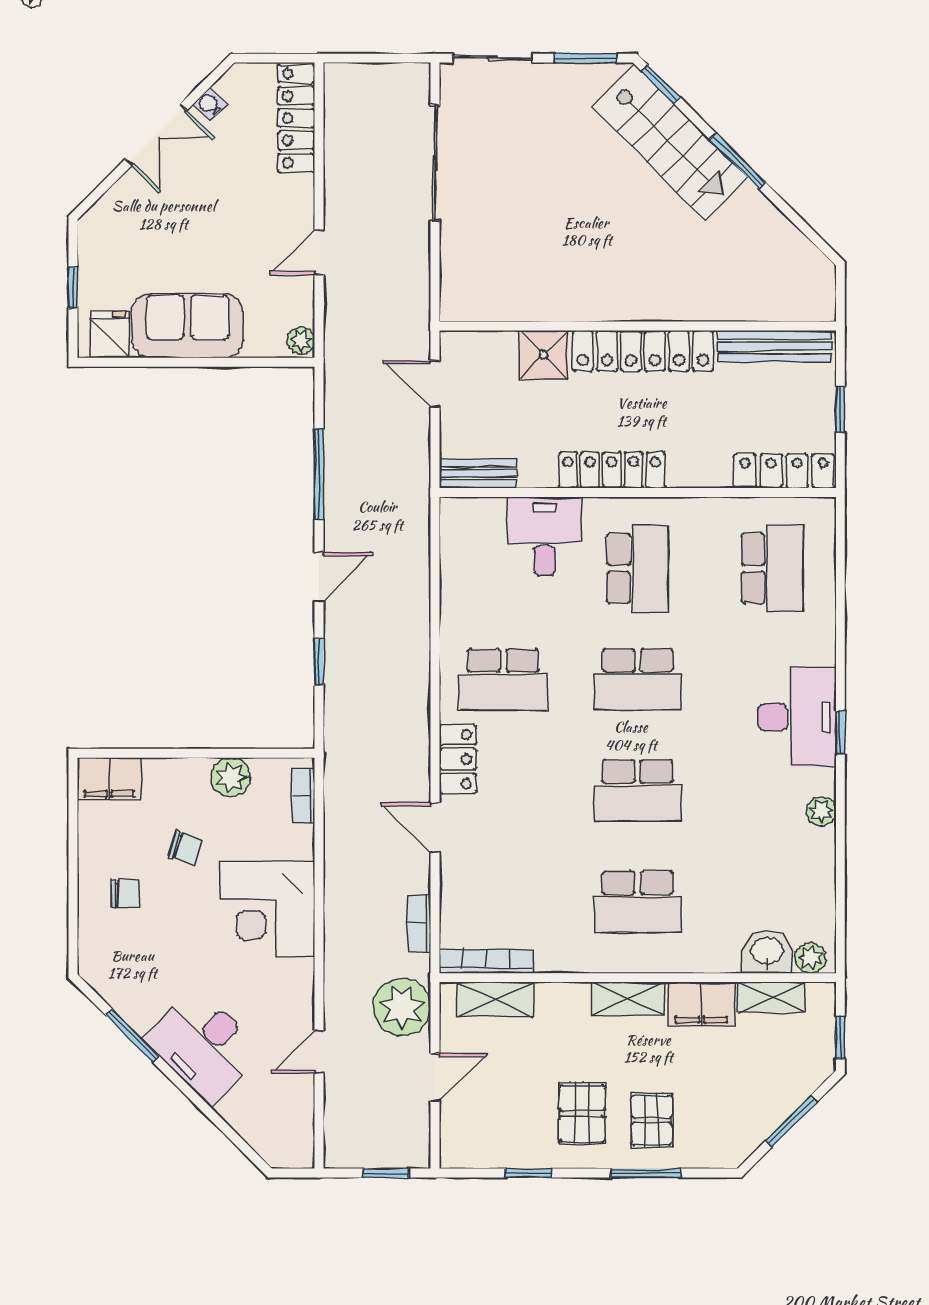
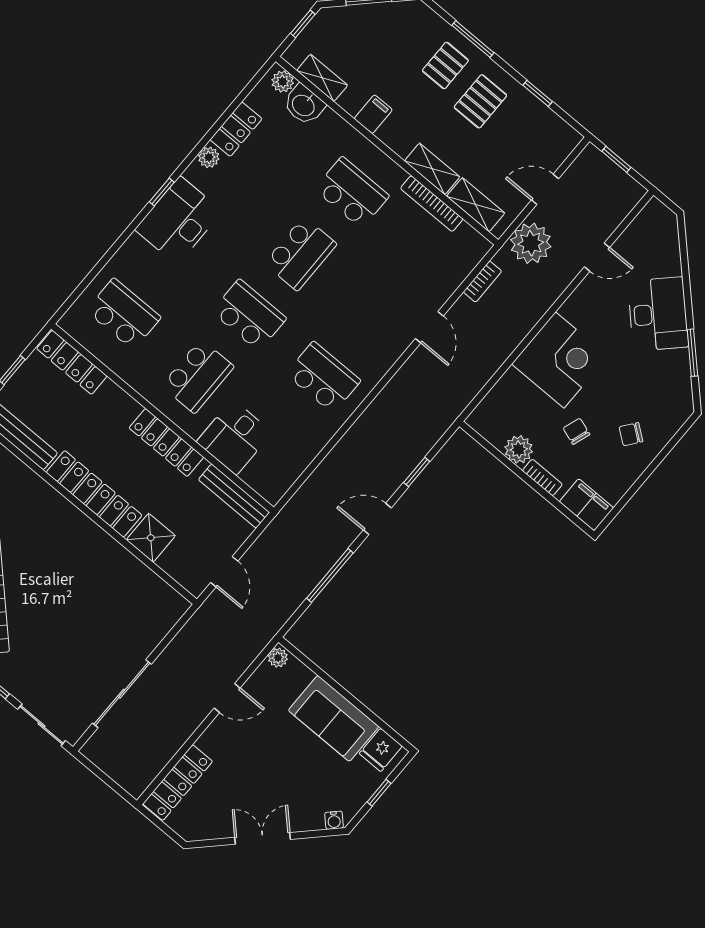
water cooler: (210, 104) -> (334, 820), moved
bench: (478, 473) -> (234, 496), width x1.36
school desk: (638, 568) -> (198, 376), turned 180
school desk: (772, 568) -> (123, 314), turned 90
locker: (458, 759) -> (236, 129), moved, turned 180
school desk: (638, 791) -> (300, 254), turned 90
bookcase: (304, 796) -> (542, 477), moved, turned -90
chair: (125, 894) -> (631, 434), turned -53
bookcase: (487, 961) -> (432, 204), moved
shelving: (628, 999) -> (432, 169), moved
filing cabinet: (701, 1004) -> (373, 114), width x0.50

